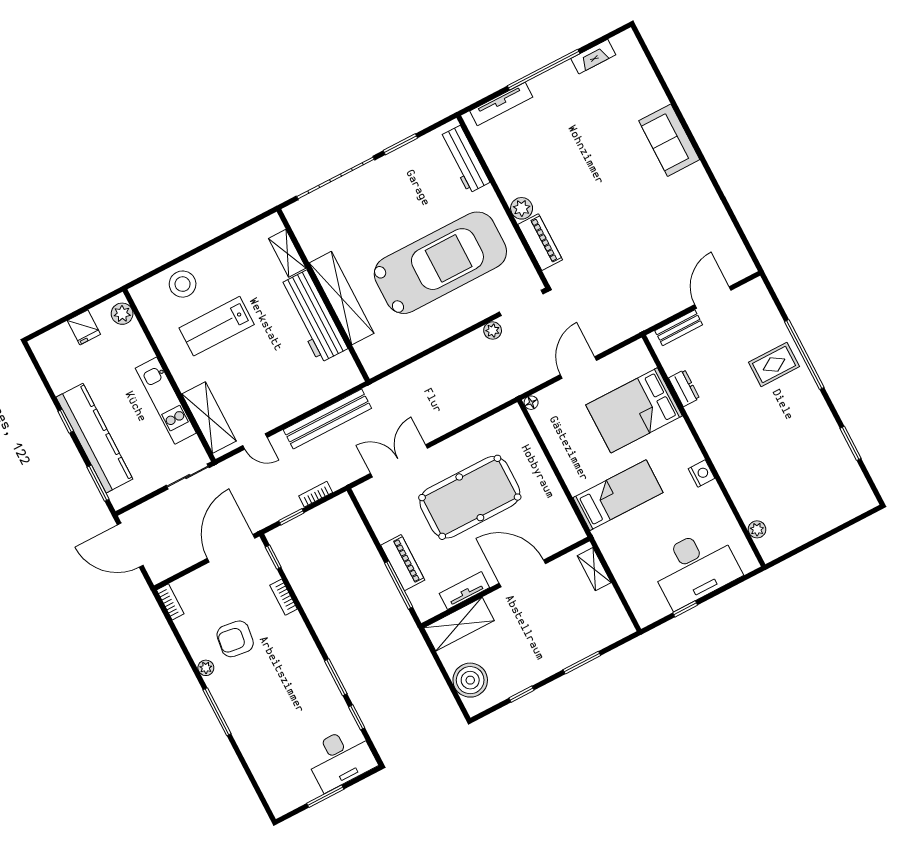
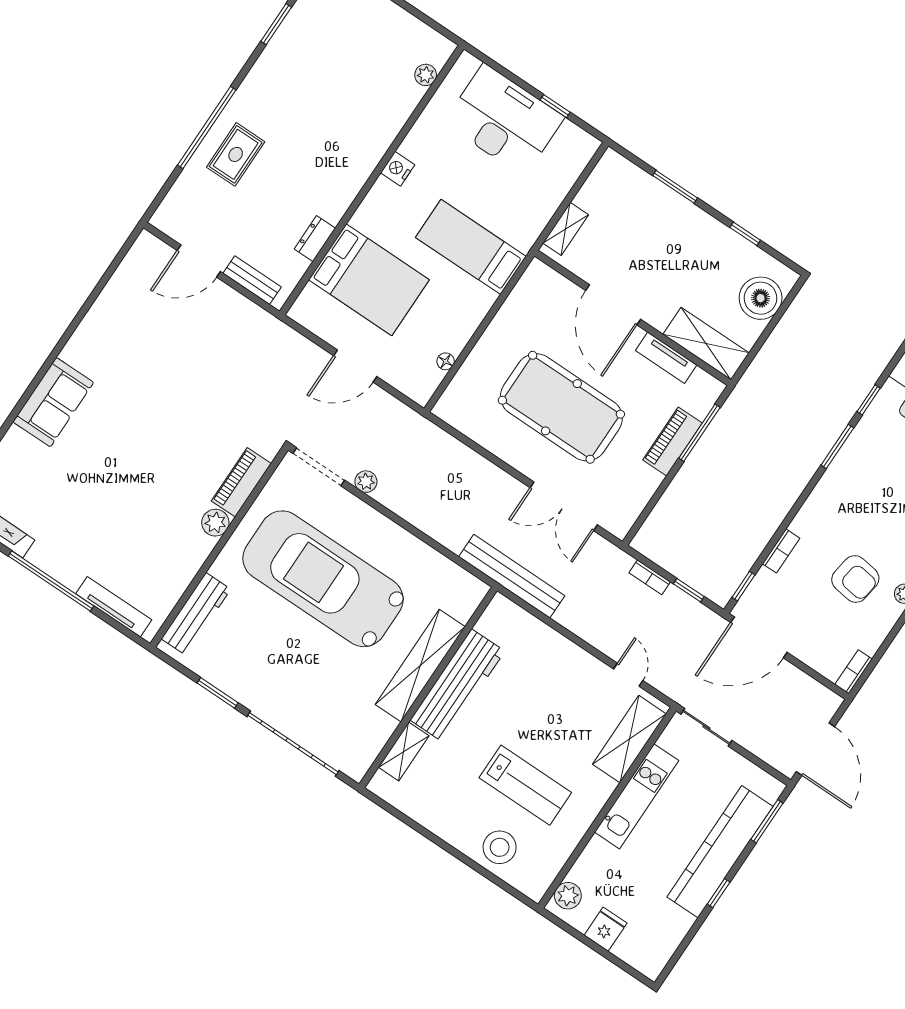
rug: (774, 364) -> (236, 154), turned 90
floor lamp: (531, 403) -> (446, 361), moved
bench: (327, 419) -> (512, 576), moved

